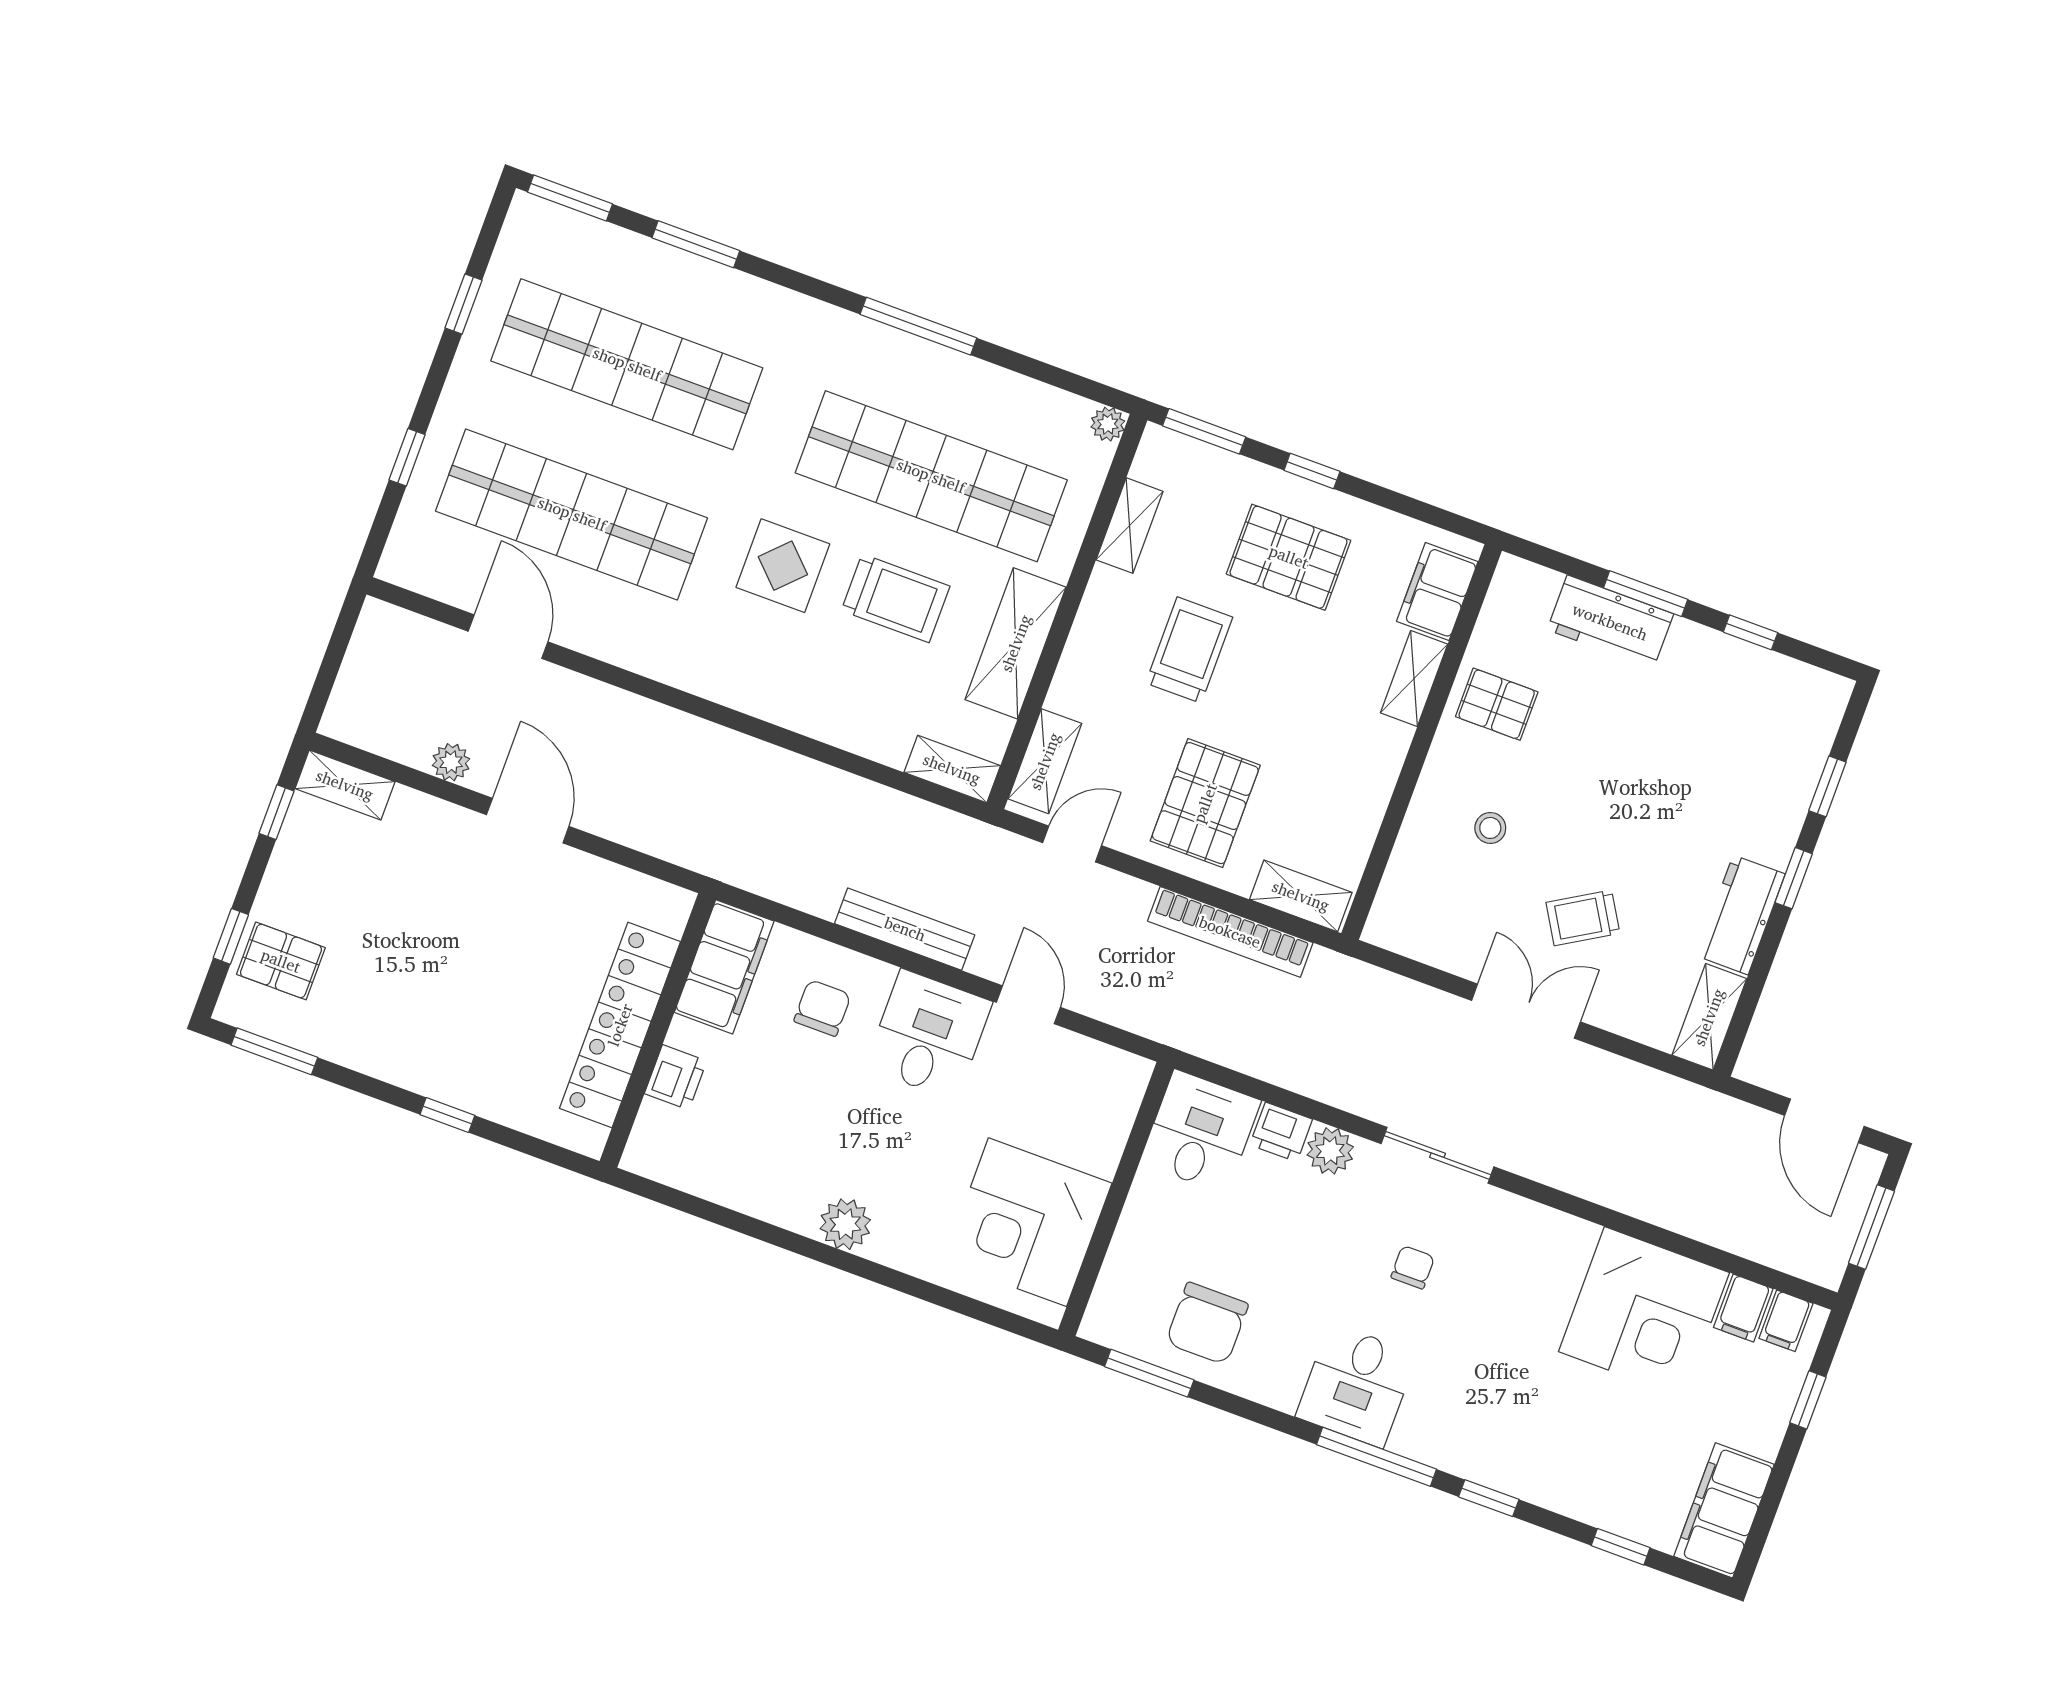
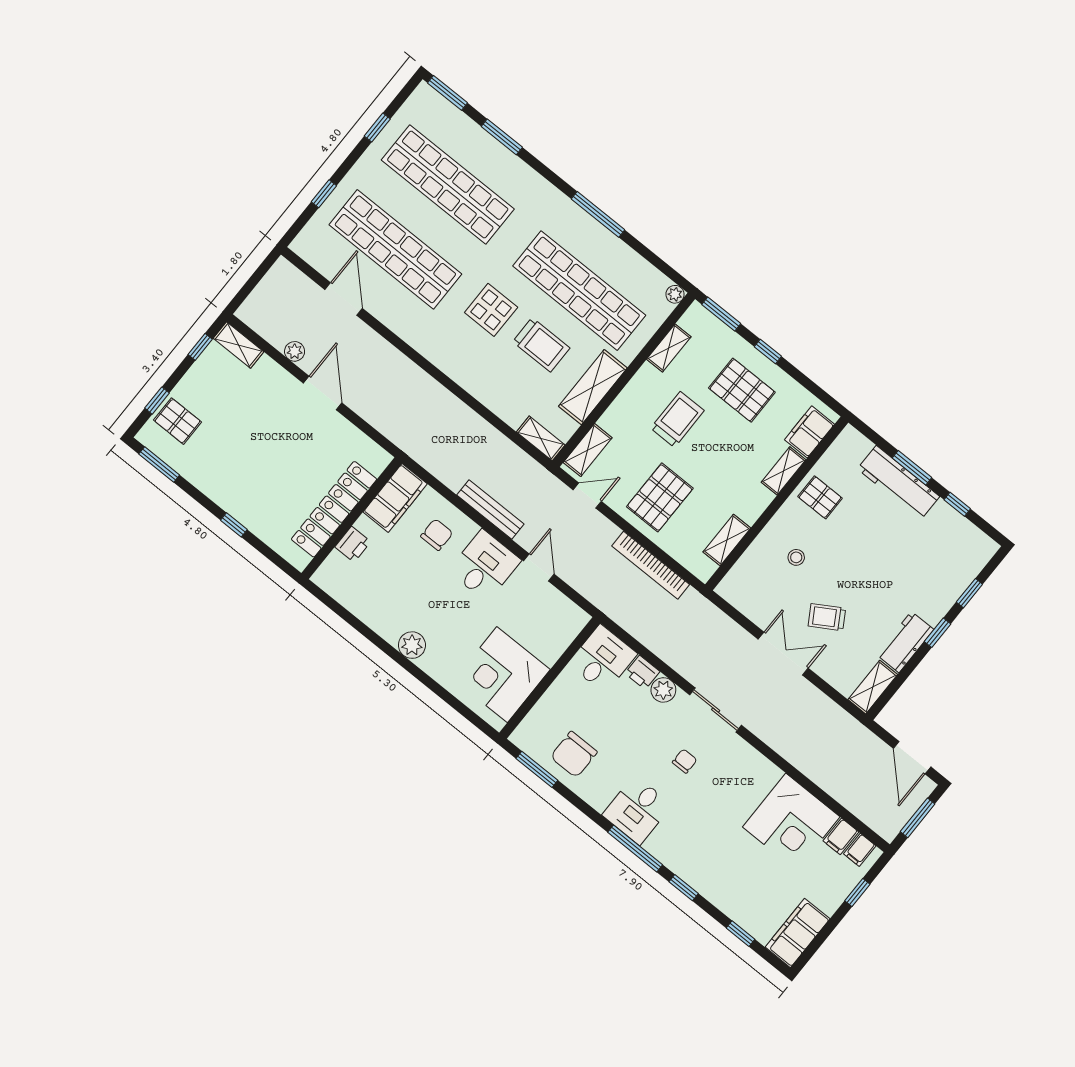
workbench: (1610, 622) -> (898, 483), width x1.38
shelving: (1301, 896) -> (727, 540), moved, turned 90

